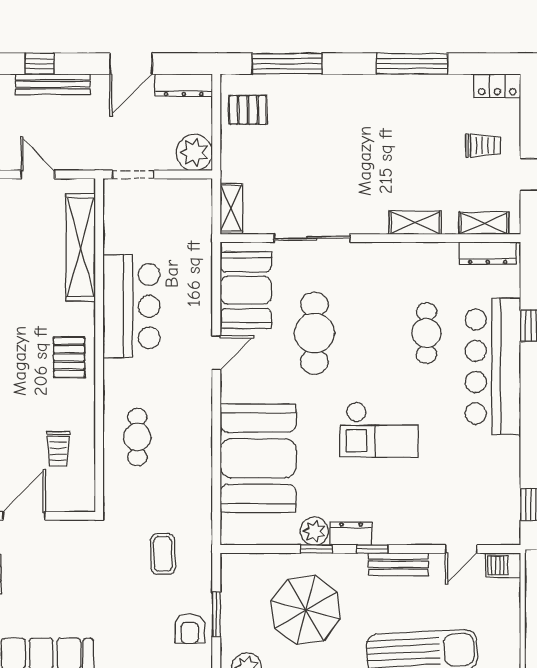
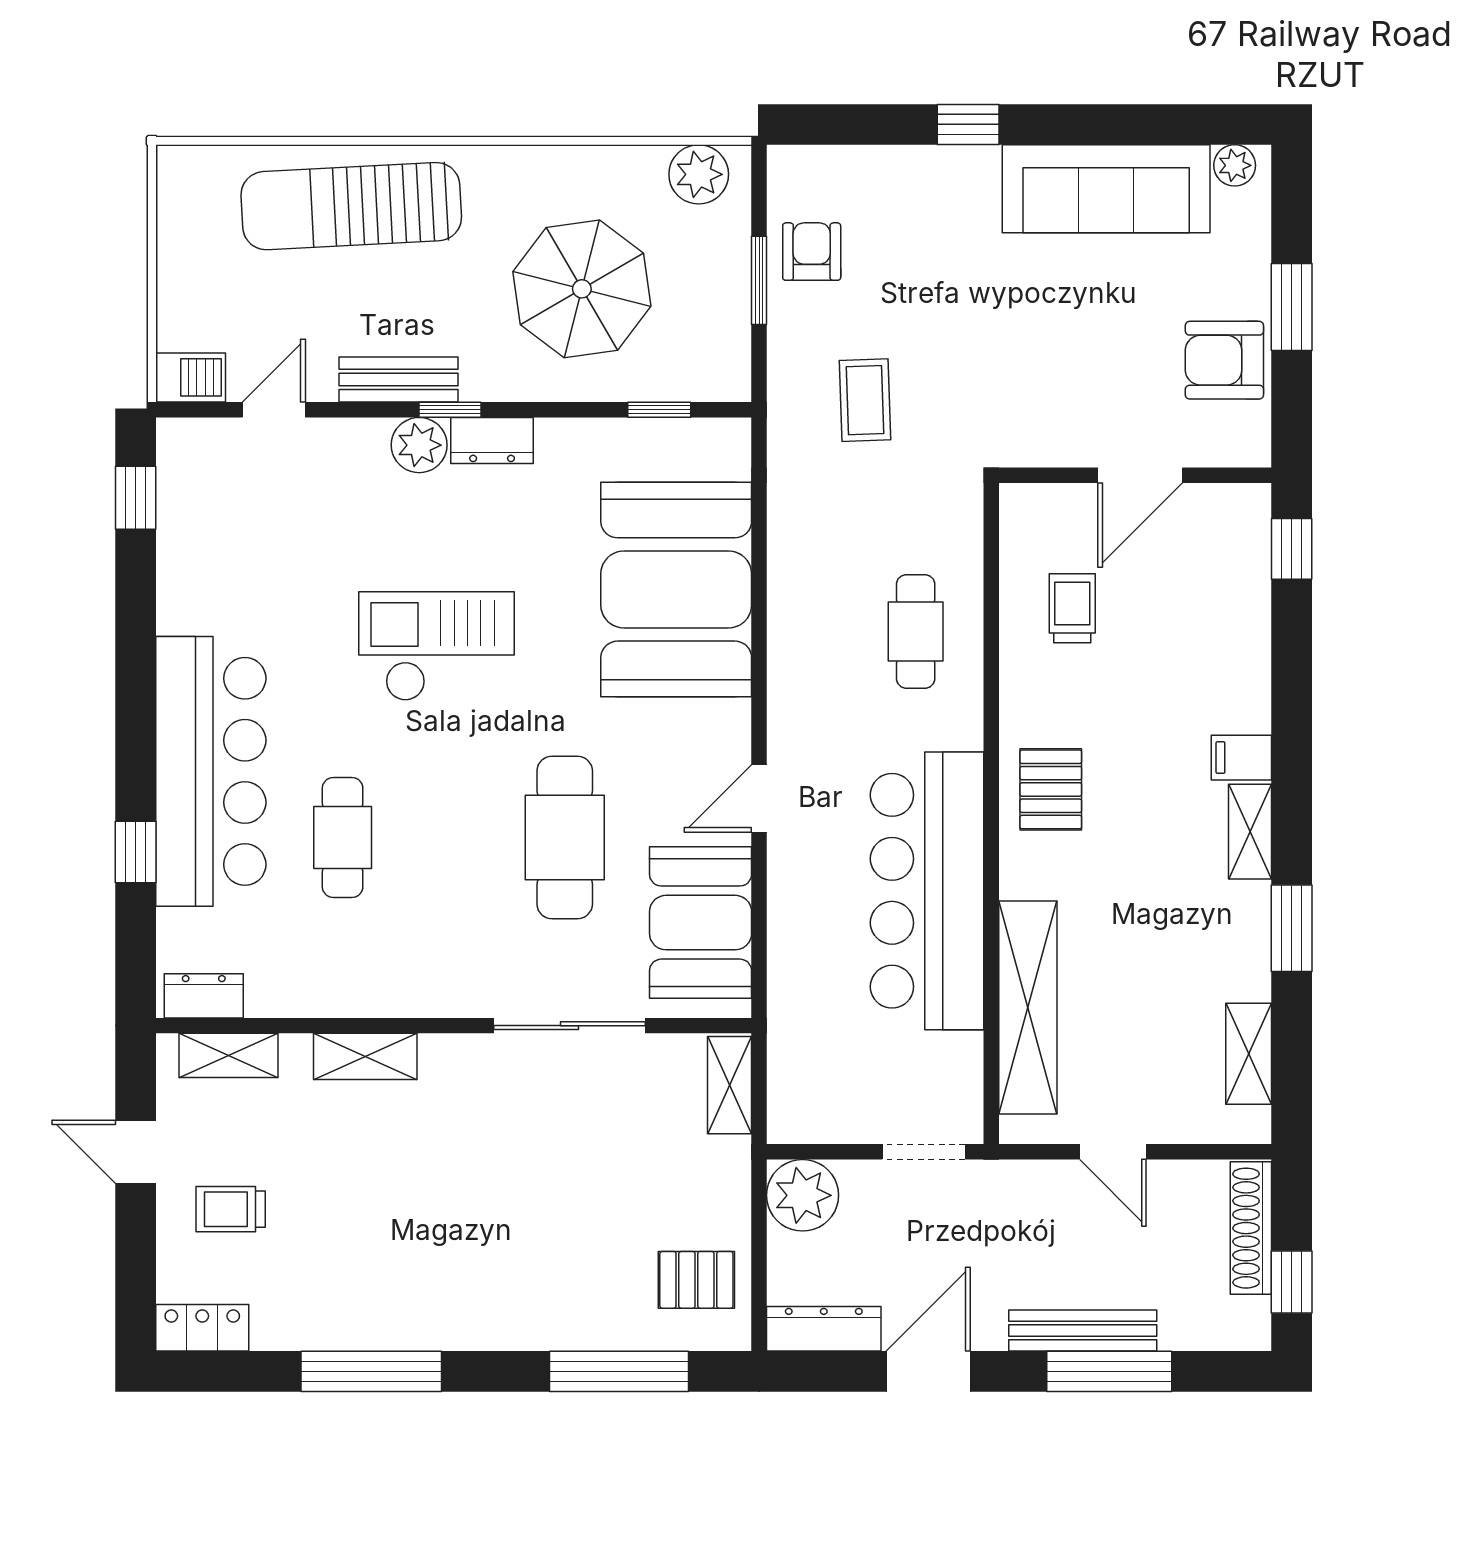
window: (40, 64) -> (1109, 1371), width x2.17
dresser: (488, 253) -> (204, 996), width x0.70
bar counter: (131, 306) -> (927, 891), width x1.36
plant: (314, 531) -> (419, 445), moved
window: (316, 549) -> (659, 410), moved

